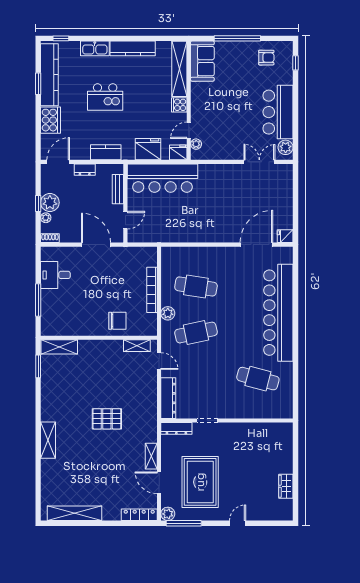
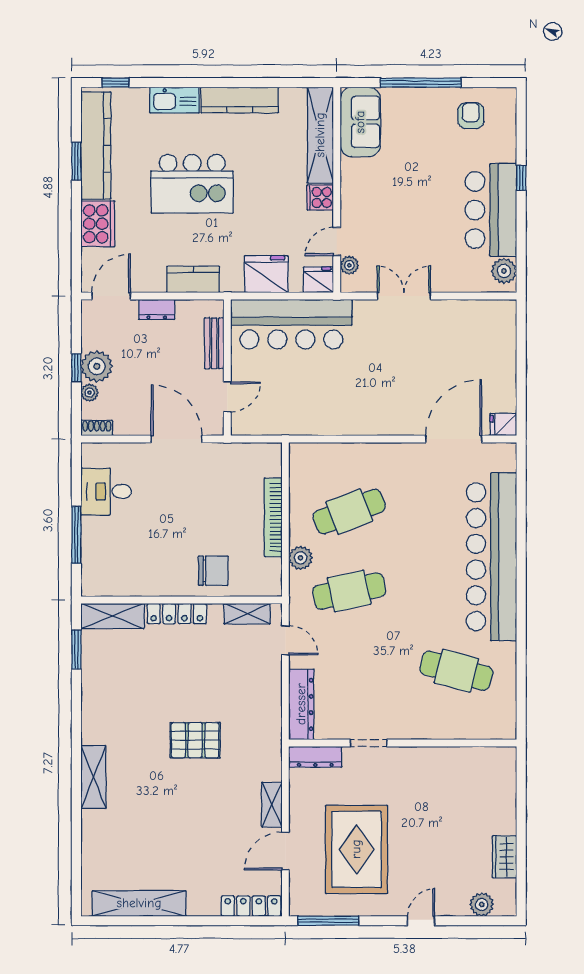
armchair: (266, 58) -> (471, 116), turned -90
window: (295, 63) -> (521, 178), moved
kitchen island: (105, 97) -> (192, 184), width x1.37, depth x1.28
double door: (259, 162) -> (404, 296), moved
cafe table: (196, 286) -> (349, 511), turned -30
locker: (96, 346) -> (177, 614), added
door: (159, 483) -> (285, 851), hinge flipped
plant: (168, 514) -> (482, 904), moved

